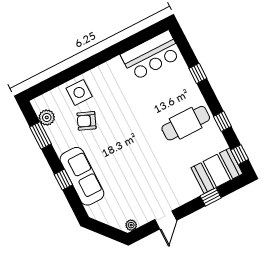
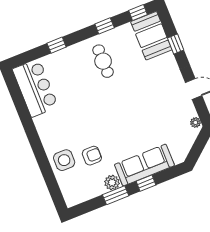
plant: (47, 117) -> (112, 183), moved
armchair: (87, 121) -> (92, 156), turned -112
cafe table: (186, 123) -> (103, 61), width x0.73, depth x0.74
window: (41, 135) -> (116, 195), moved

